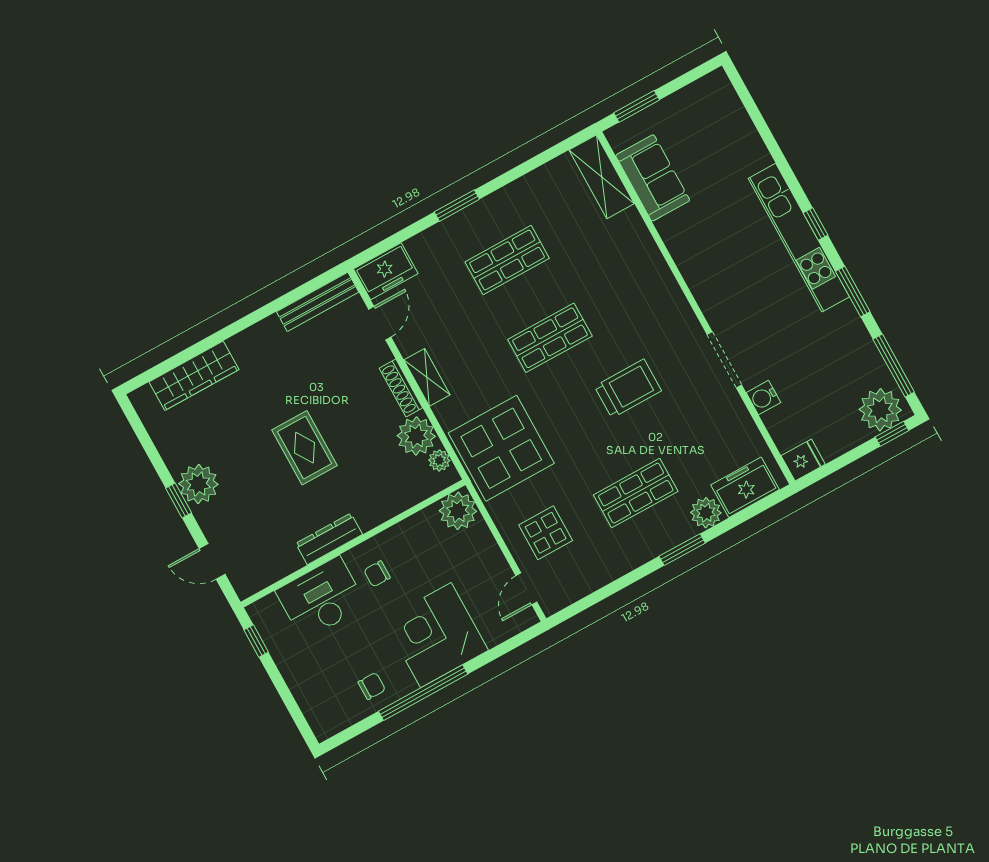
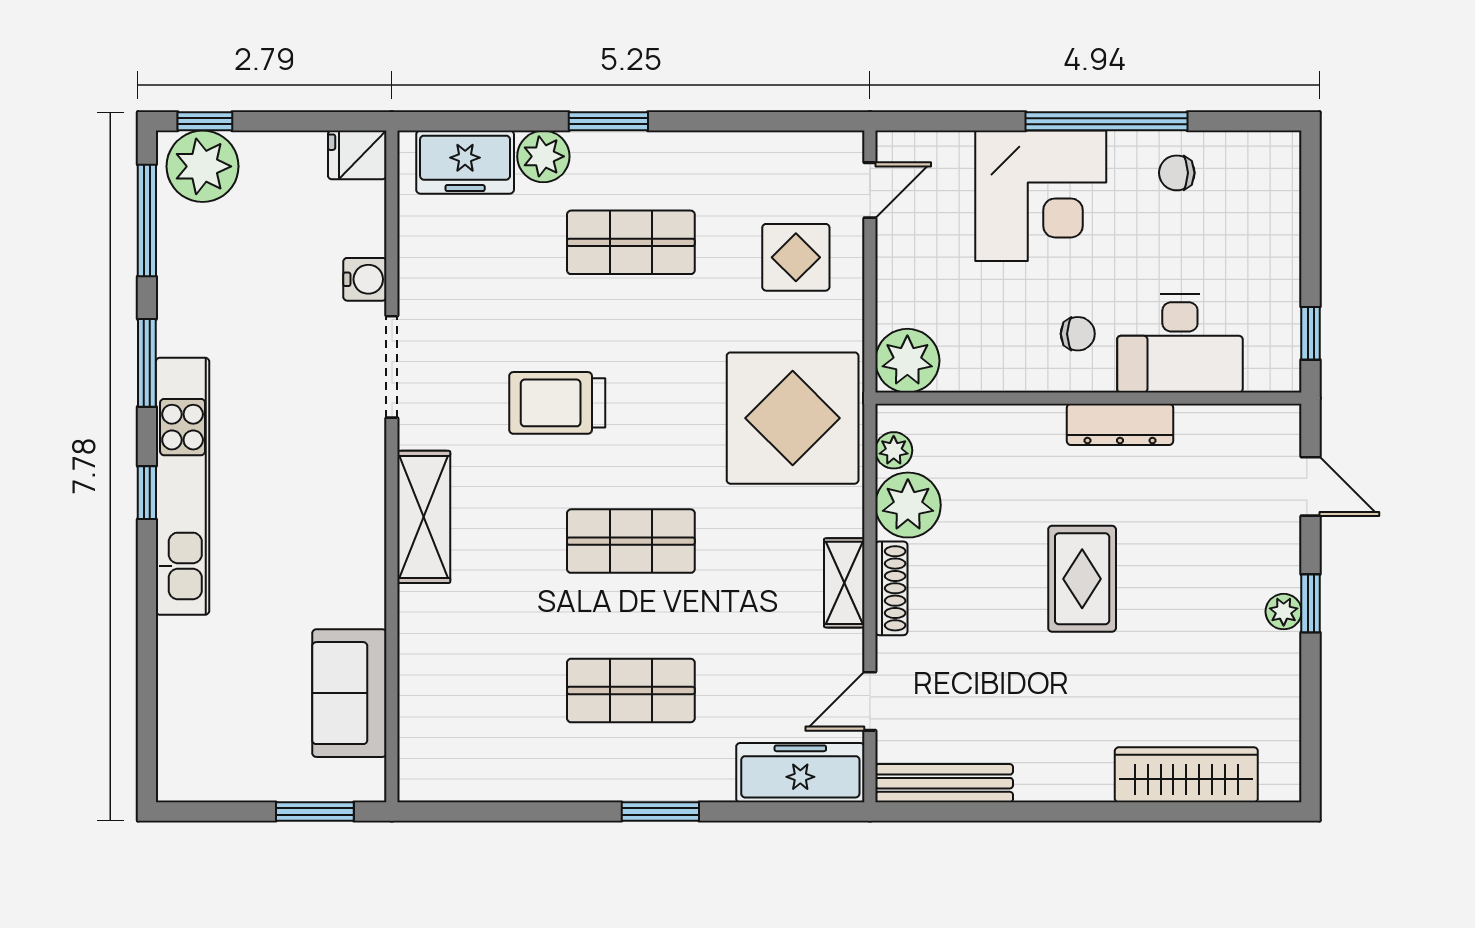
shelving: (602, 177) -> (424, 517), moved
freezer: (386, 271) -> (800, 773), width x1.40
plant: (198, 484) -> (1284, 612), width x0.53, depth x0.53

